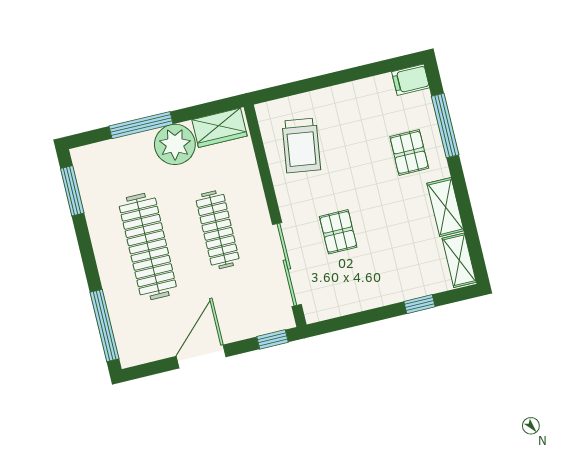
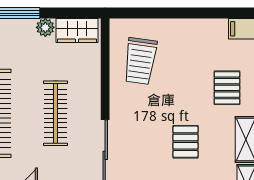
plant: (175, 144) -> (45, 27), width x0.53, depth x0.53
pallet: (338, 232) -> (185, 142), moved

